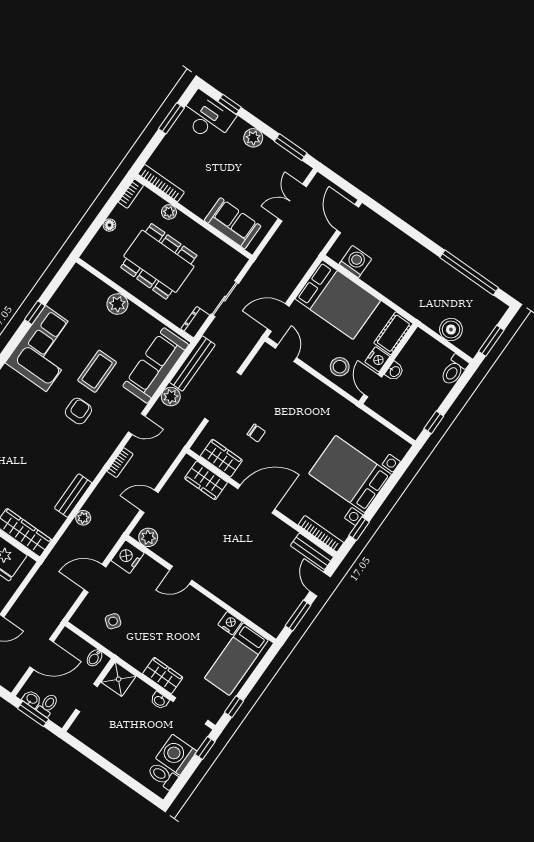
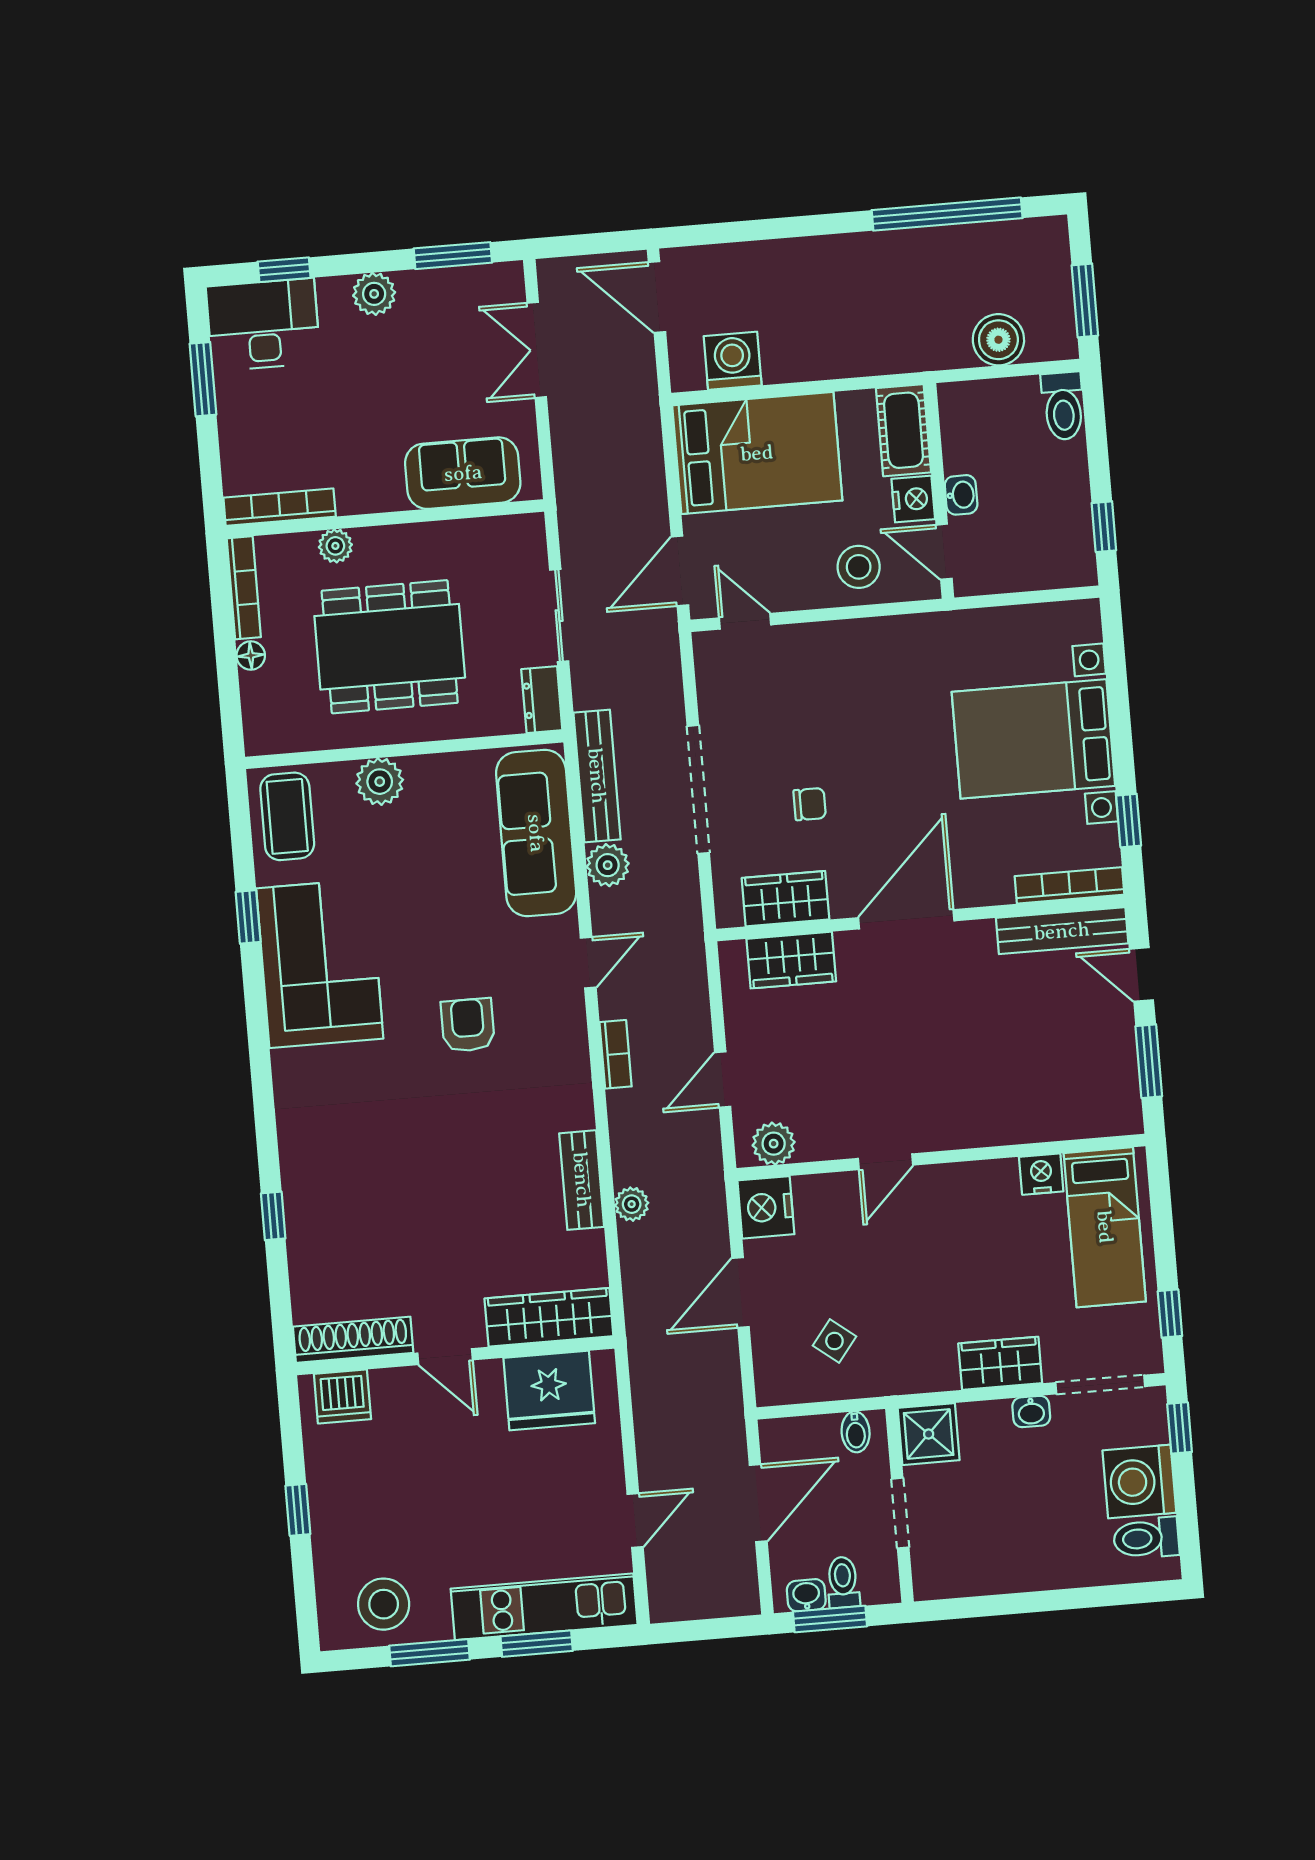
bookcase: (131, 194) -> (244, 588), width x1.56
coffee table: (97, 371) -> (287, 816), moved
bench: (312, 551) -> (1062, 931), width x1.36

